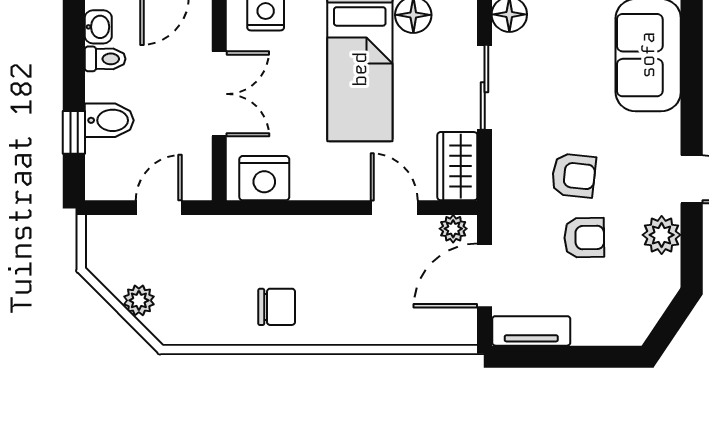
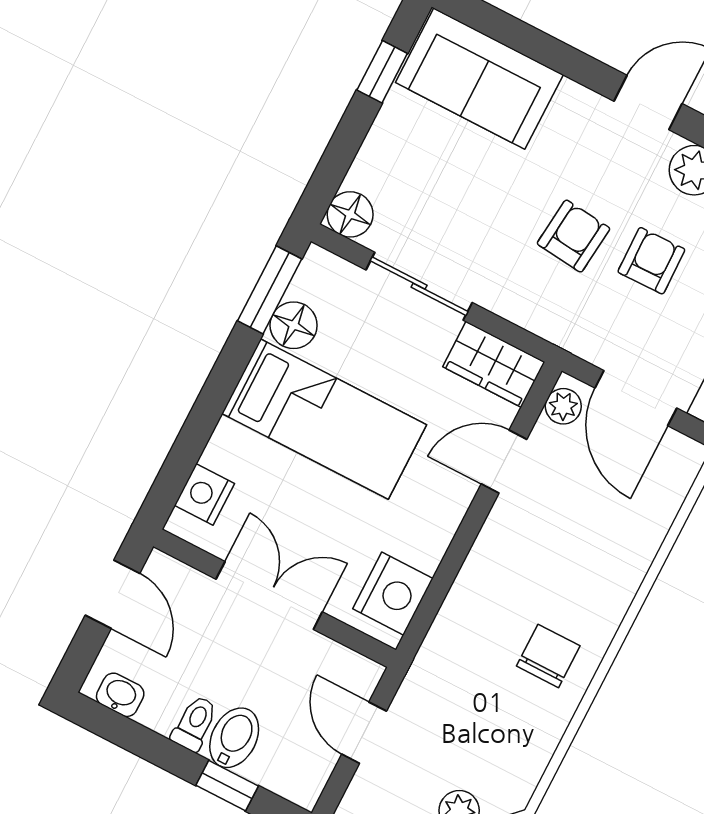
toilet: (105, 59) -> (195, 723), moved

